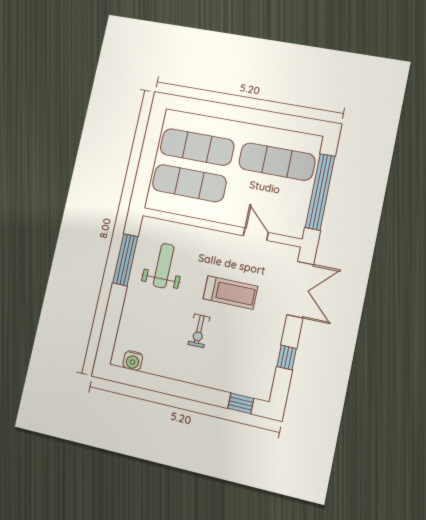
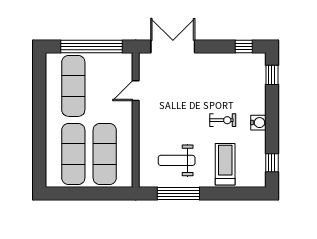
treadmill: (230, 293) -> (225, 164), moved
window: (287, 357) -> (244, 46), moved
water cooler: (133, 361) -> (258, 123), moved
window: (136, 379) -> (272, 163), added

